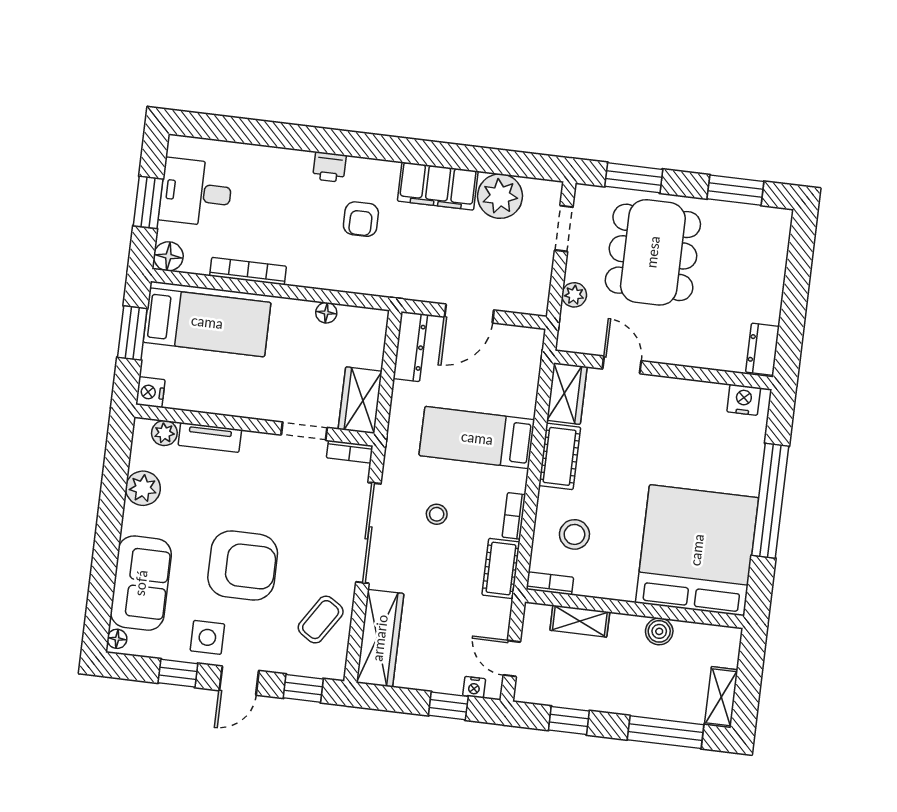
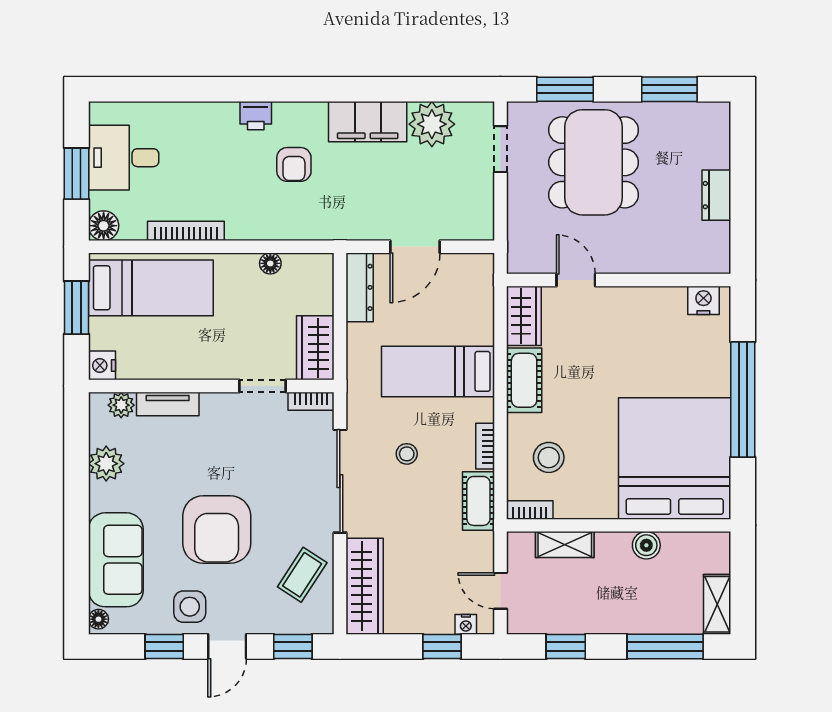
plant: (574, 295) -> (519, 215), removed
dresser: (763, 349) -> (716, 195), moved
armchair: (243, 566) -> (217, 530), turned 90

